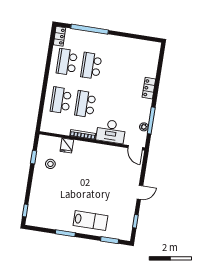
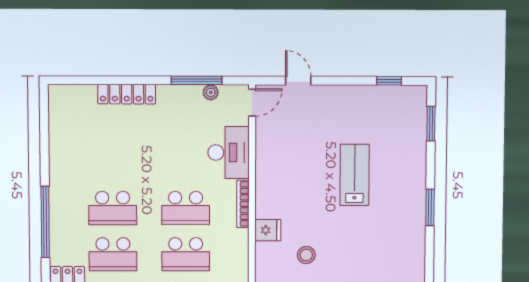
locker: (149, 88) -> (127, 94), width x1.53
door: (140, 192) -> (298, 81), moved
lab bench: (90, 221) -> (355, 175), moved

